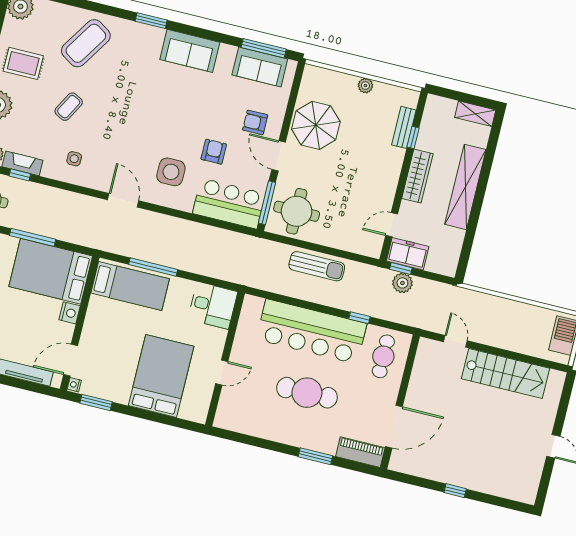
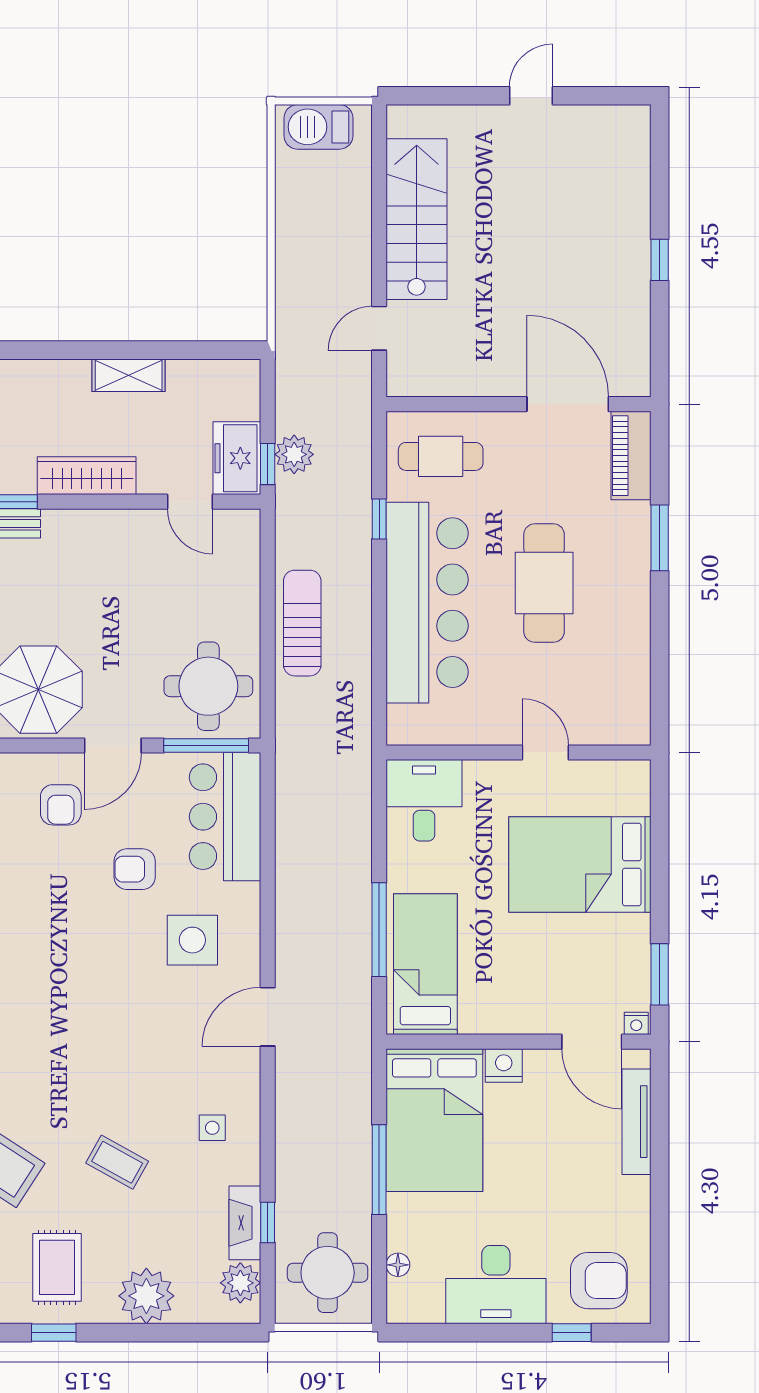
shelving: (465, 187) -> (129, 375), width x0.45, depth x0.75

